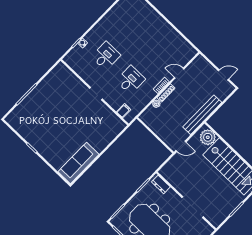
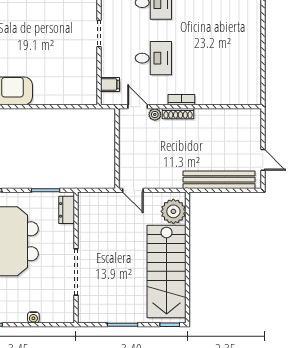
door: (179, 73) -> (138, 107), moved
bench: (202, 115) -> (219, 180), moved

